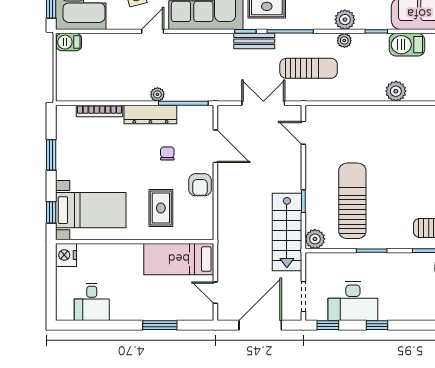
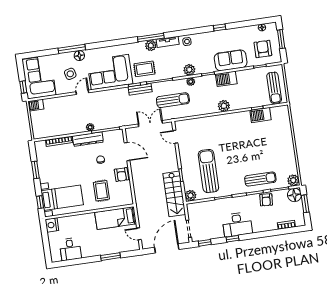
desk: (353, 301) -> (237, 224), moved

